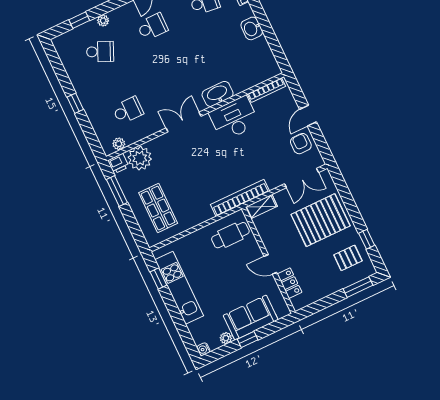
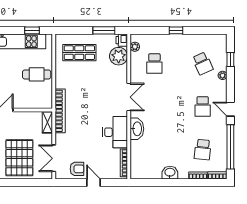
school desk: (100, 52) -> (203, 63), turned -48
cafe table: (230, 235) -> (37, 74), moved, turned 90

